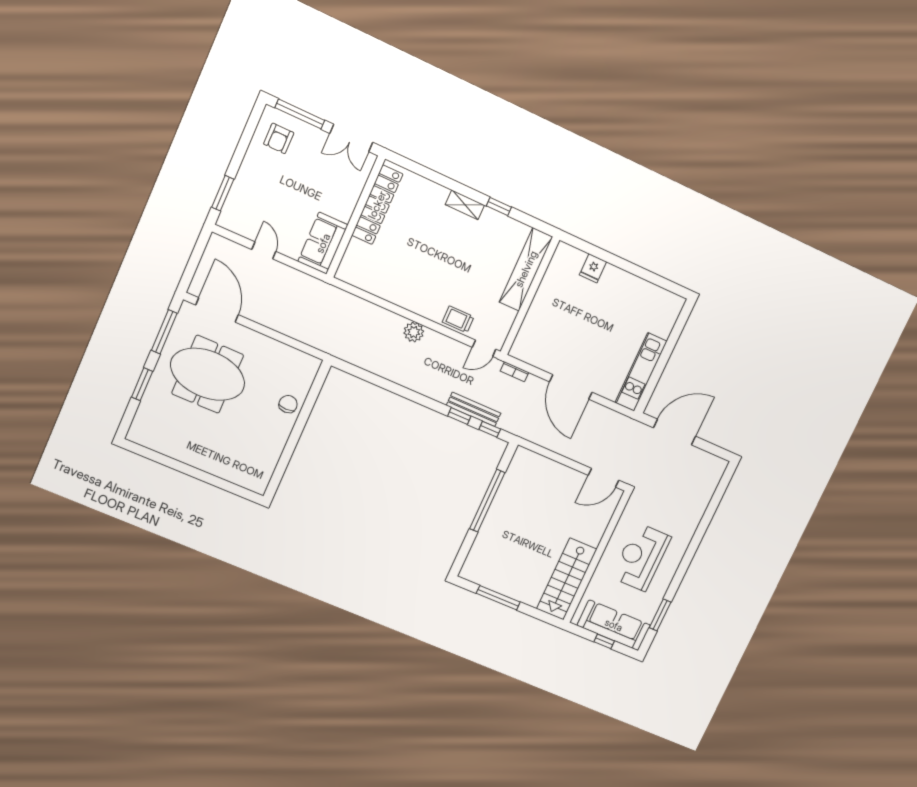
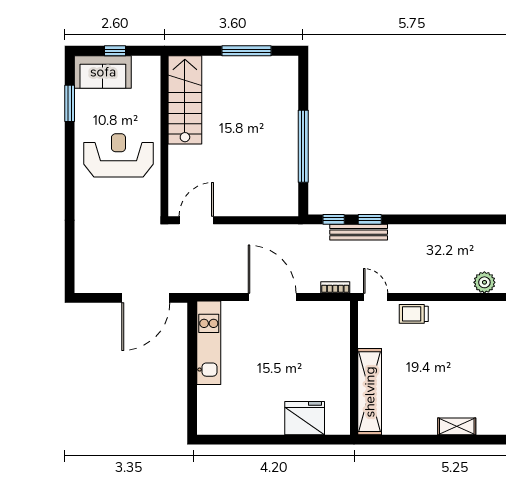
window: (499, 206) -> (423, 440), removed
fridge: (593, 268) -> (305, 418), width x1.88, depth x1.34
trolley: (458, 319) -> (414, 314), turned 180
plant: (414, 332) -> (484, 282), moved
door: (484, 348) -> (376, 297), hinge flipped
reception desk: (641, 557) -> (118, 155), turned -90
sofa: (614, 625) -> (103, 72), width x0.73

